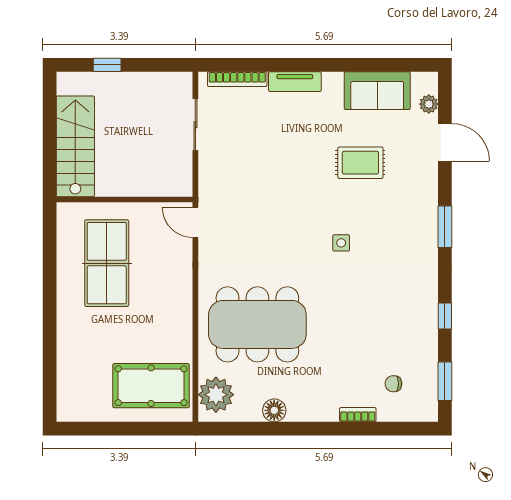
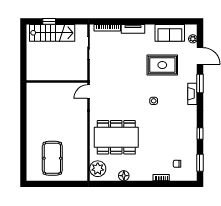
stairs: (75, 146) -> (52, 33), moved, turned 90
rug: (360, 163) -> (162, 65), width x1.36, depth x1.43
door: (195, 222) -> (89, 92), hinge flipped
fireplace: (428, 227) -> (192, 94), added
window: (445, 227) -> (200, 83), moved
table tennis table: (107, 263) -> (49, 110), removed
pool table: (151, 386) -> (52, 158), moved, turned 90

